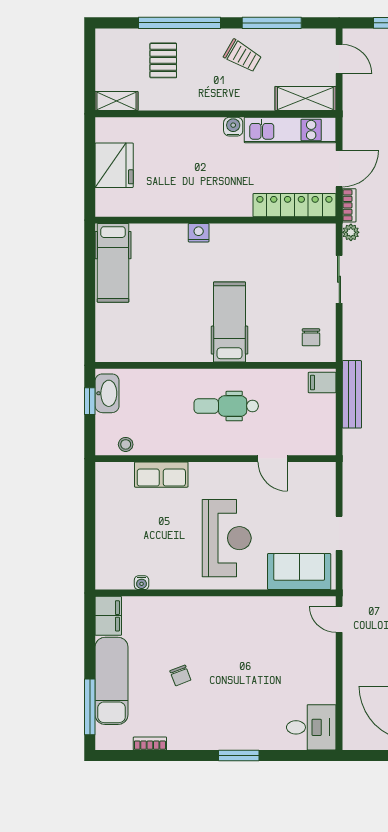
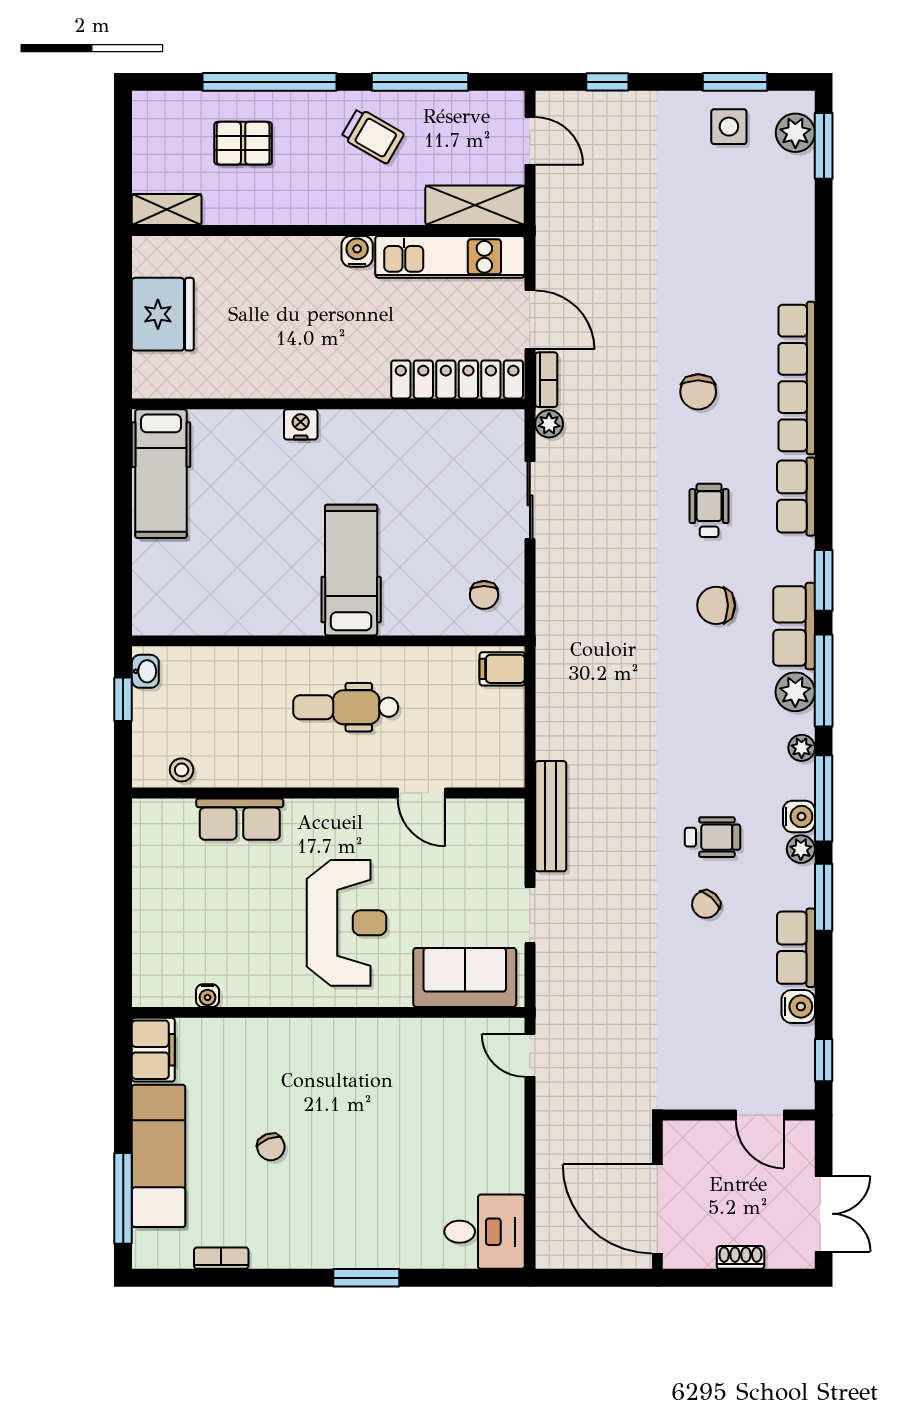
pallet: (163, 60) -> (243, 143), turned 90
door: (339, 169) -> (530, 320), hinge flipped
washbasin: (107, 393) -> (145, 671), width x0.52, depth x0.69
bench: (352, 394) -> (551, 816), moved

